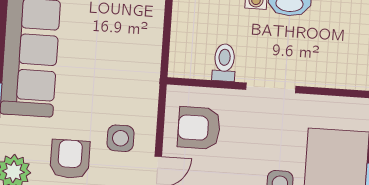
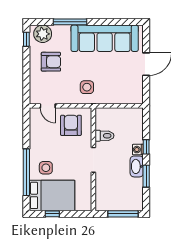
side table: (121, 138) -> (87, 87), moved

